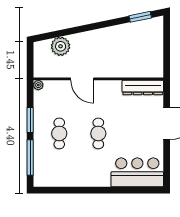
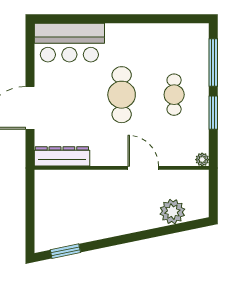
cafe table: (98, 133) -> (122, 95), width x1.37, depth x1.35

